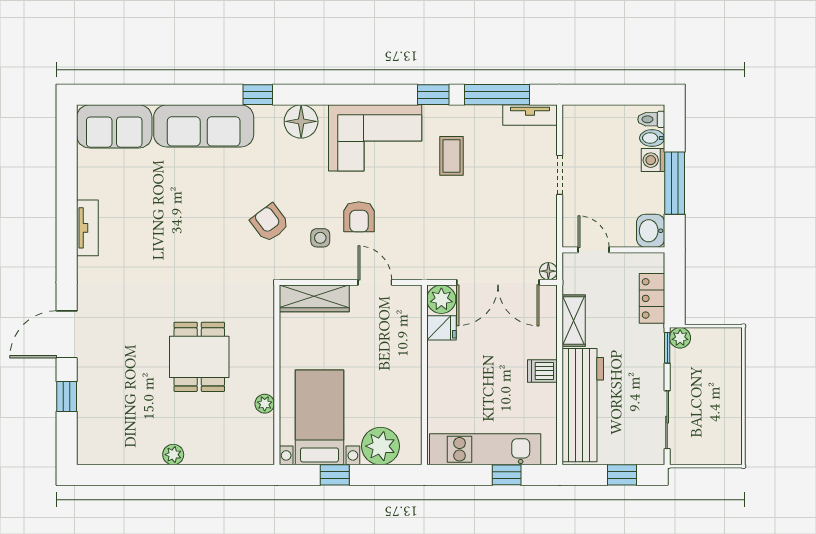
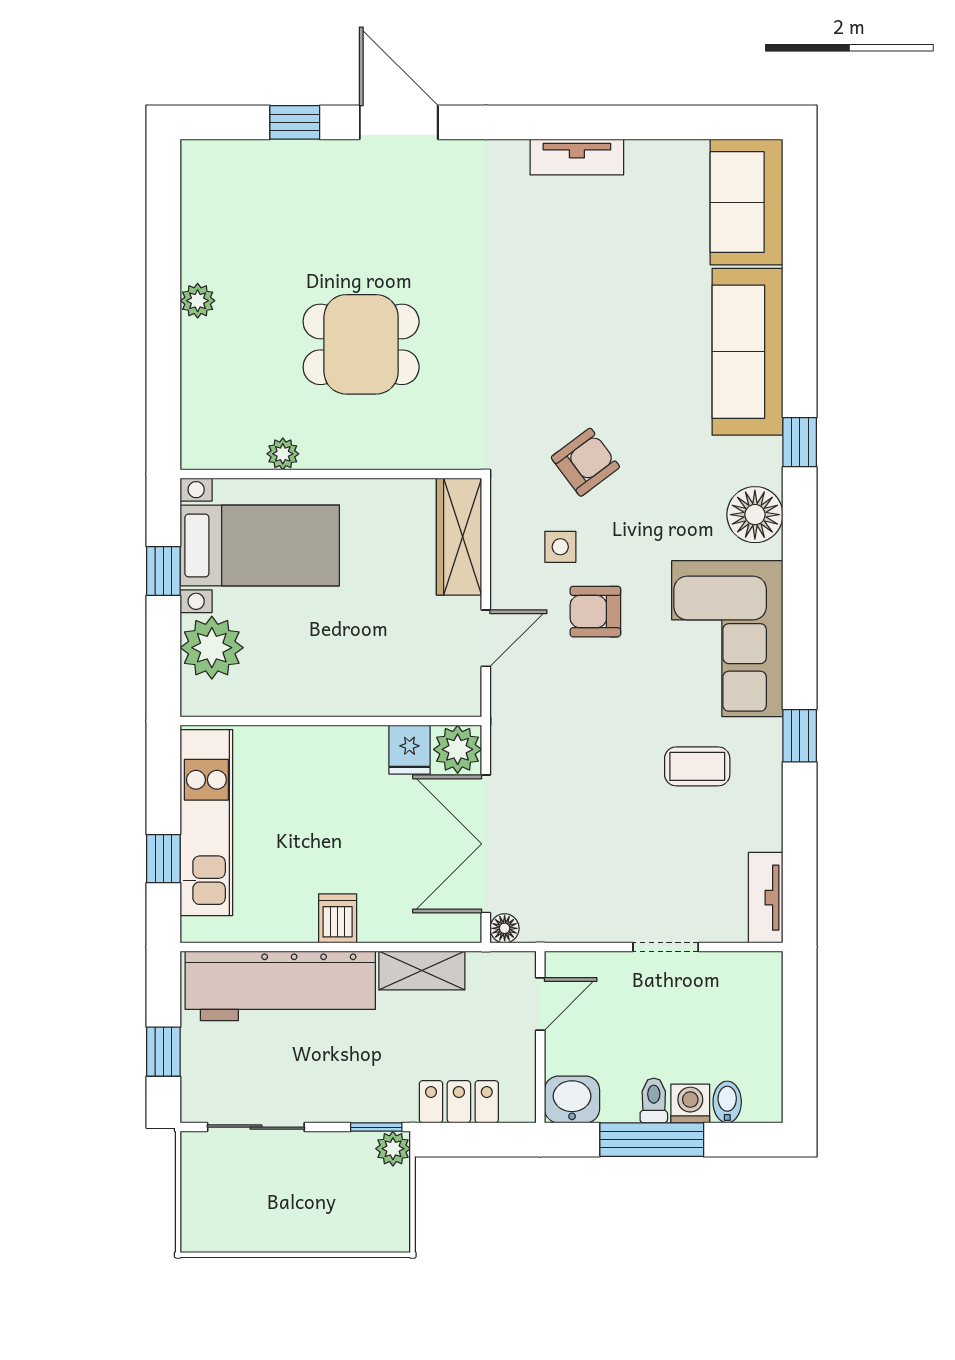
window: (497, 95) -> (800, 842), removed
toilet: (651, 119) -> (654, 1100), moved

